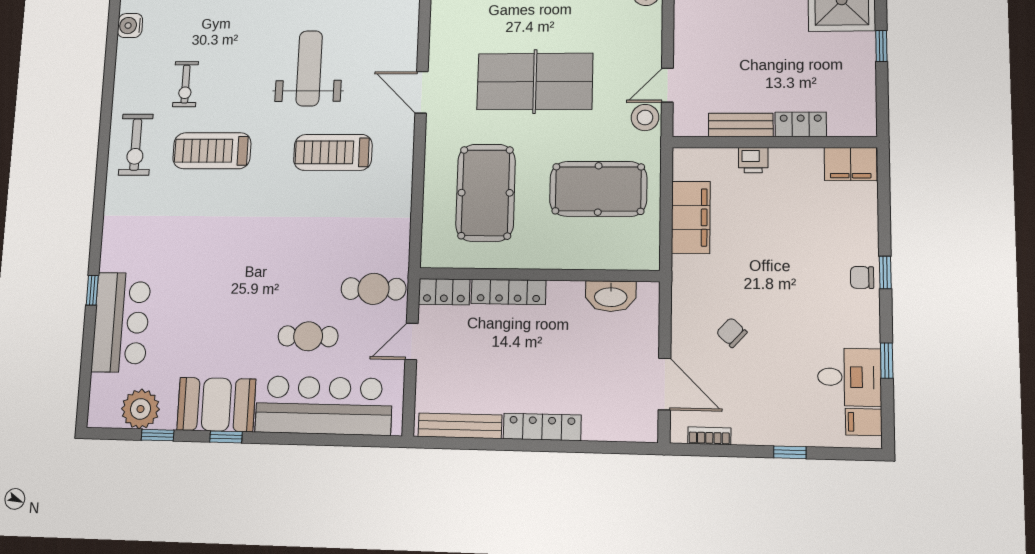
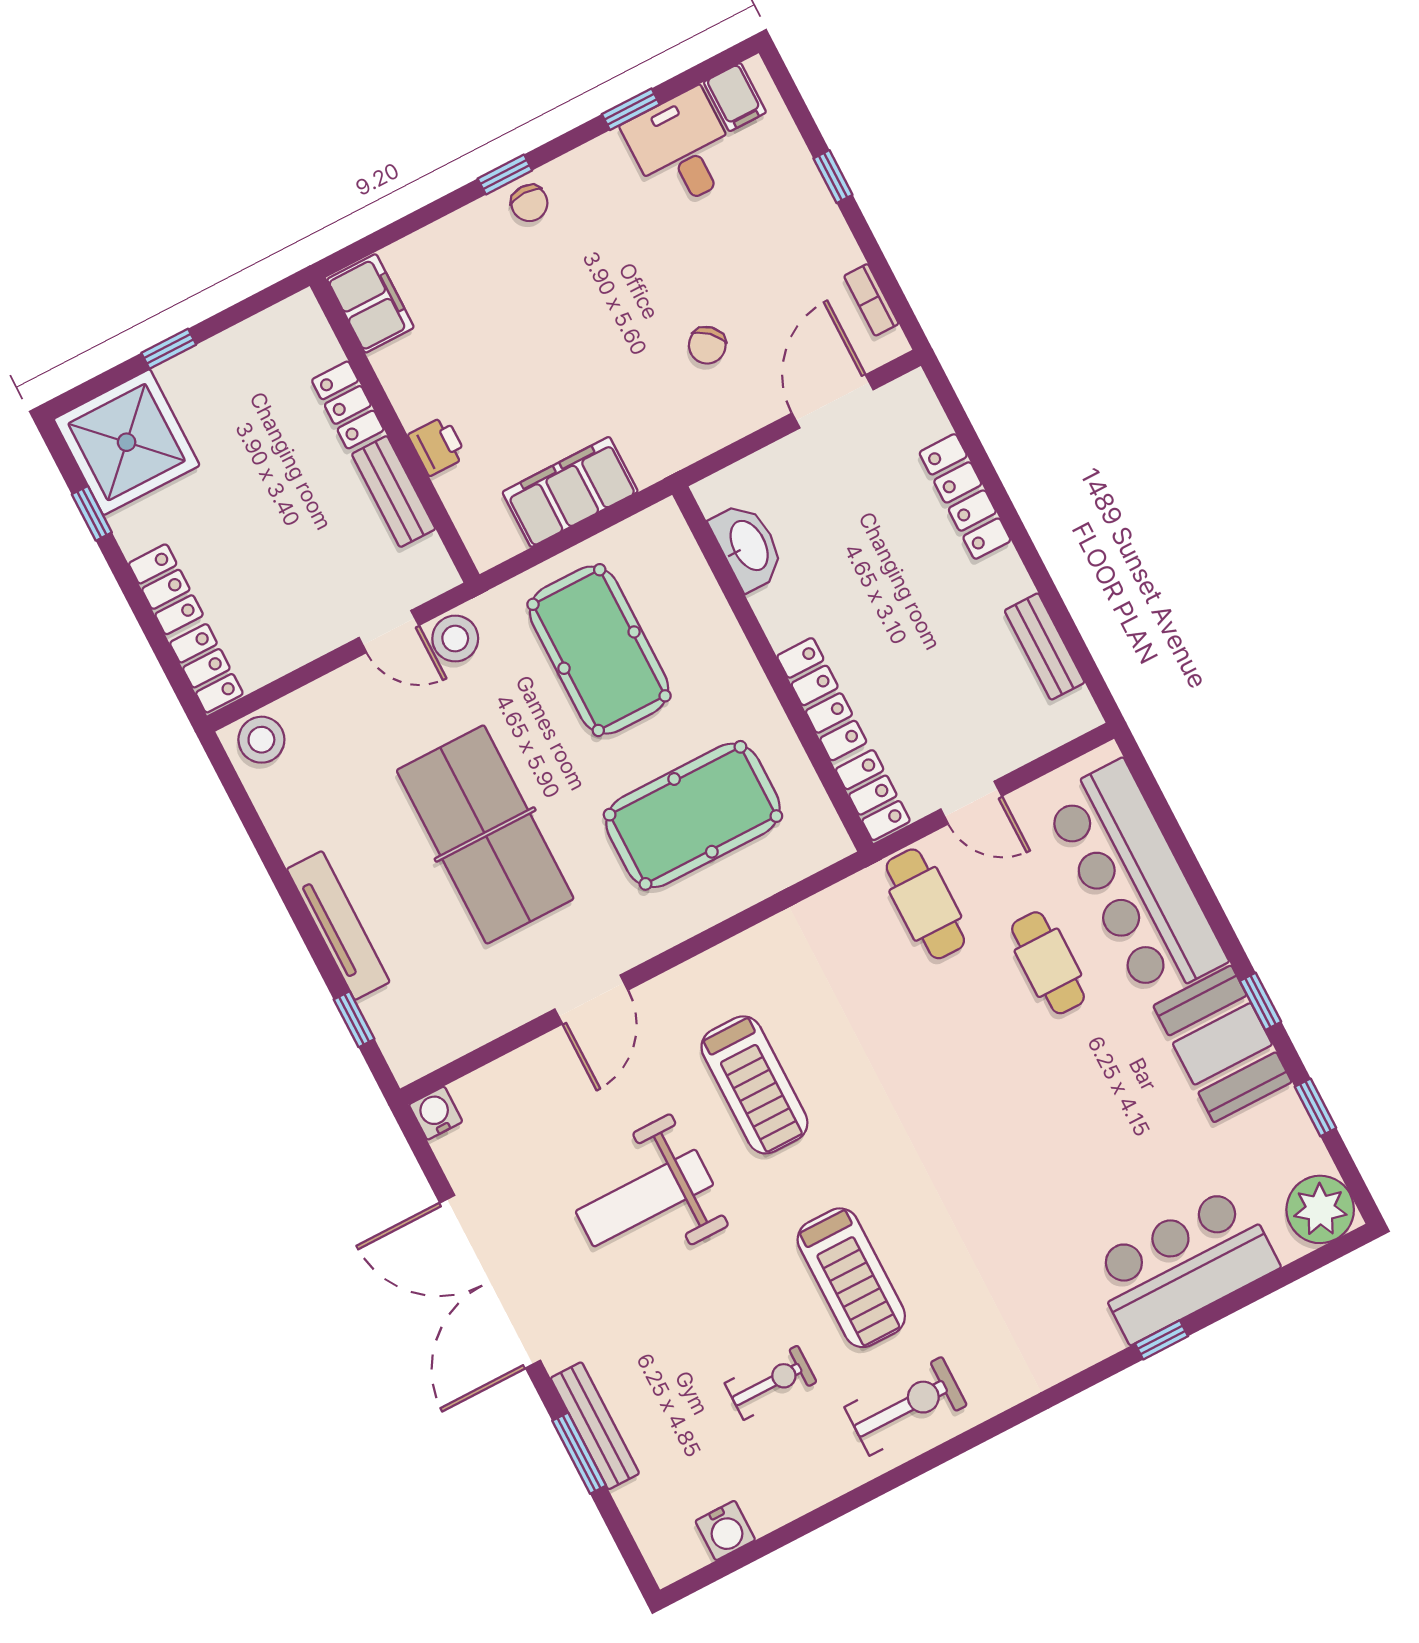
plant: (140, 409) -> (1320, 1209), moved
bench: (460, 426) -> (1045, 646), width x0.73
locker: (542, 427) -> (965, 496), moved

